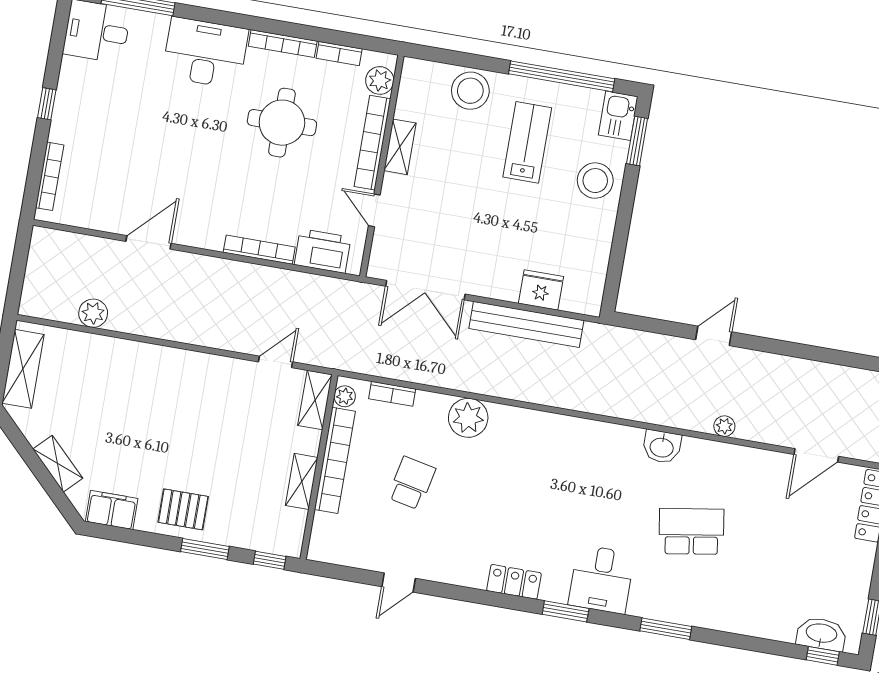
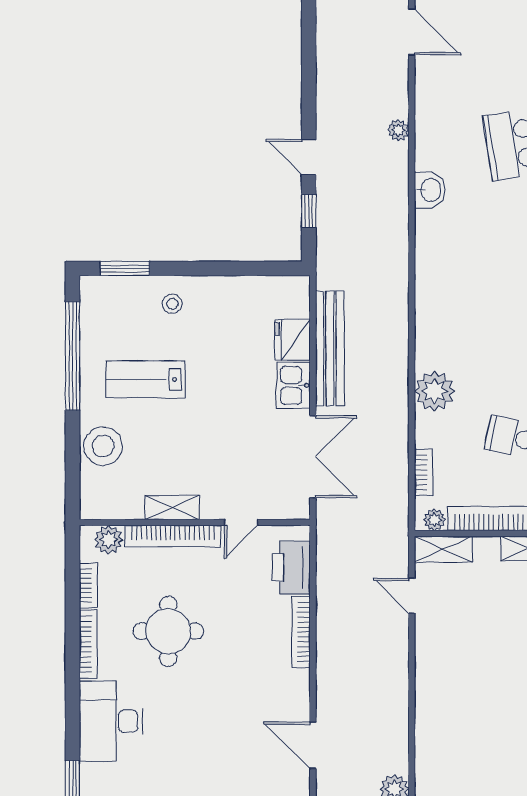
kitchen sink: (618, 116) -> (293, 385), moved, turned 90
stool: (595, 181) -> (172, 304), width x0.53, depth x0.53
window: (661, 327) -> (309, 211), added

